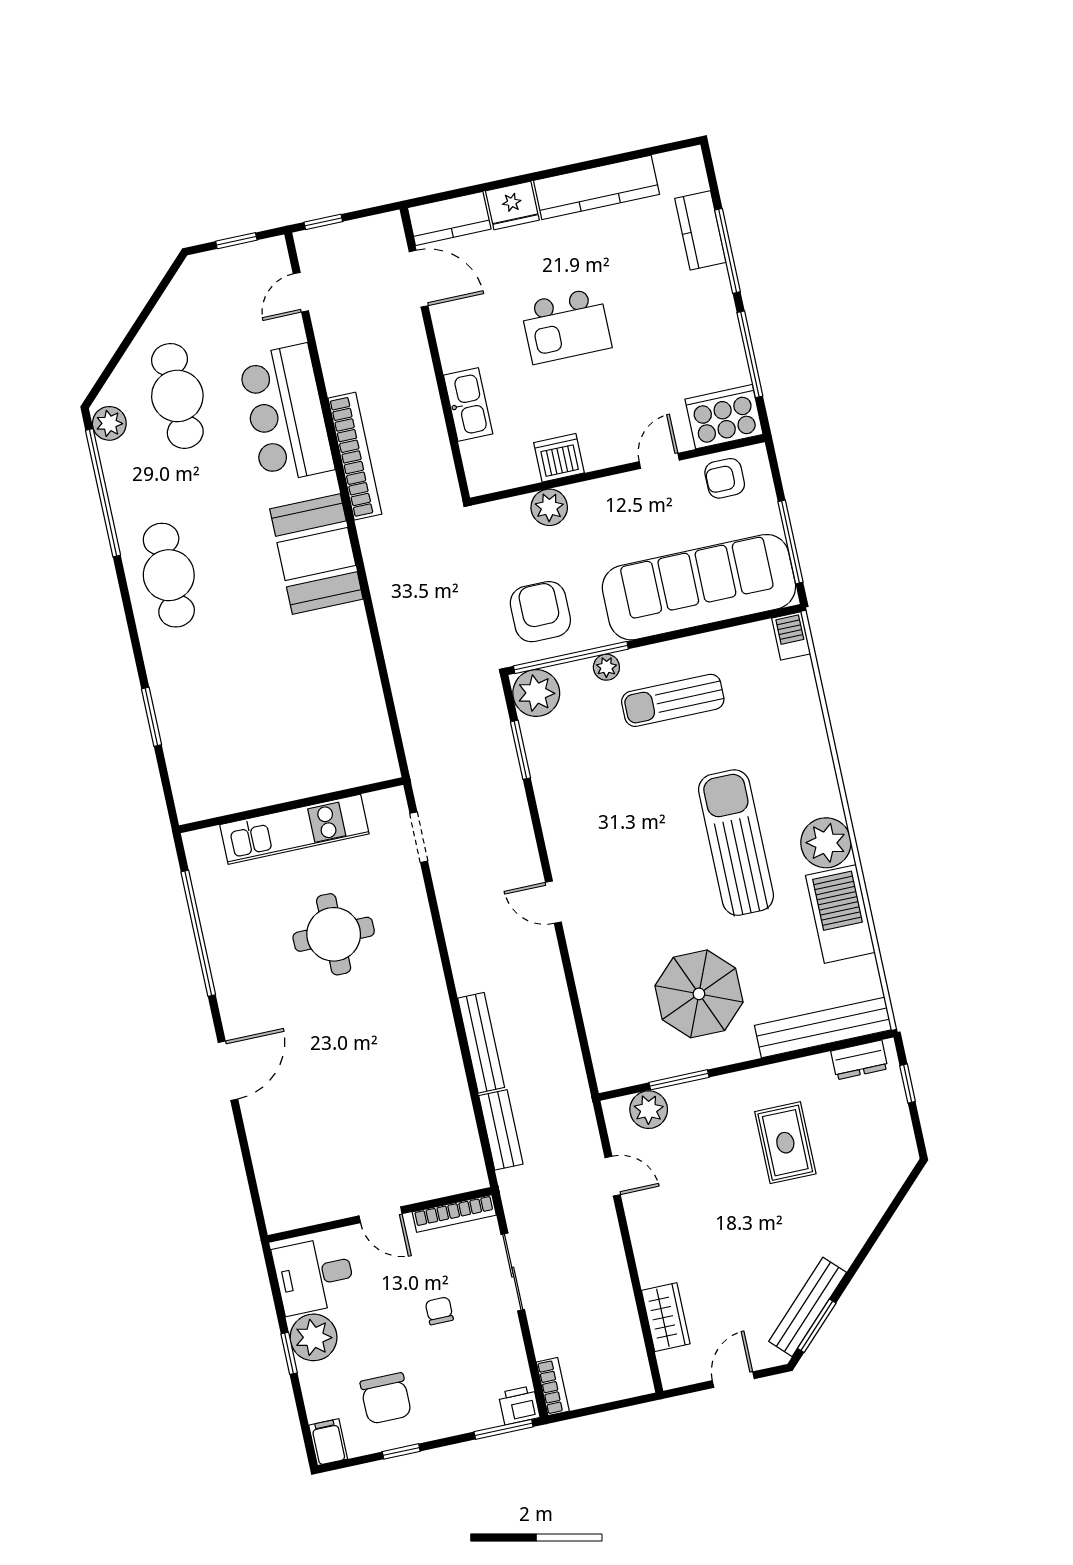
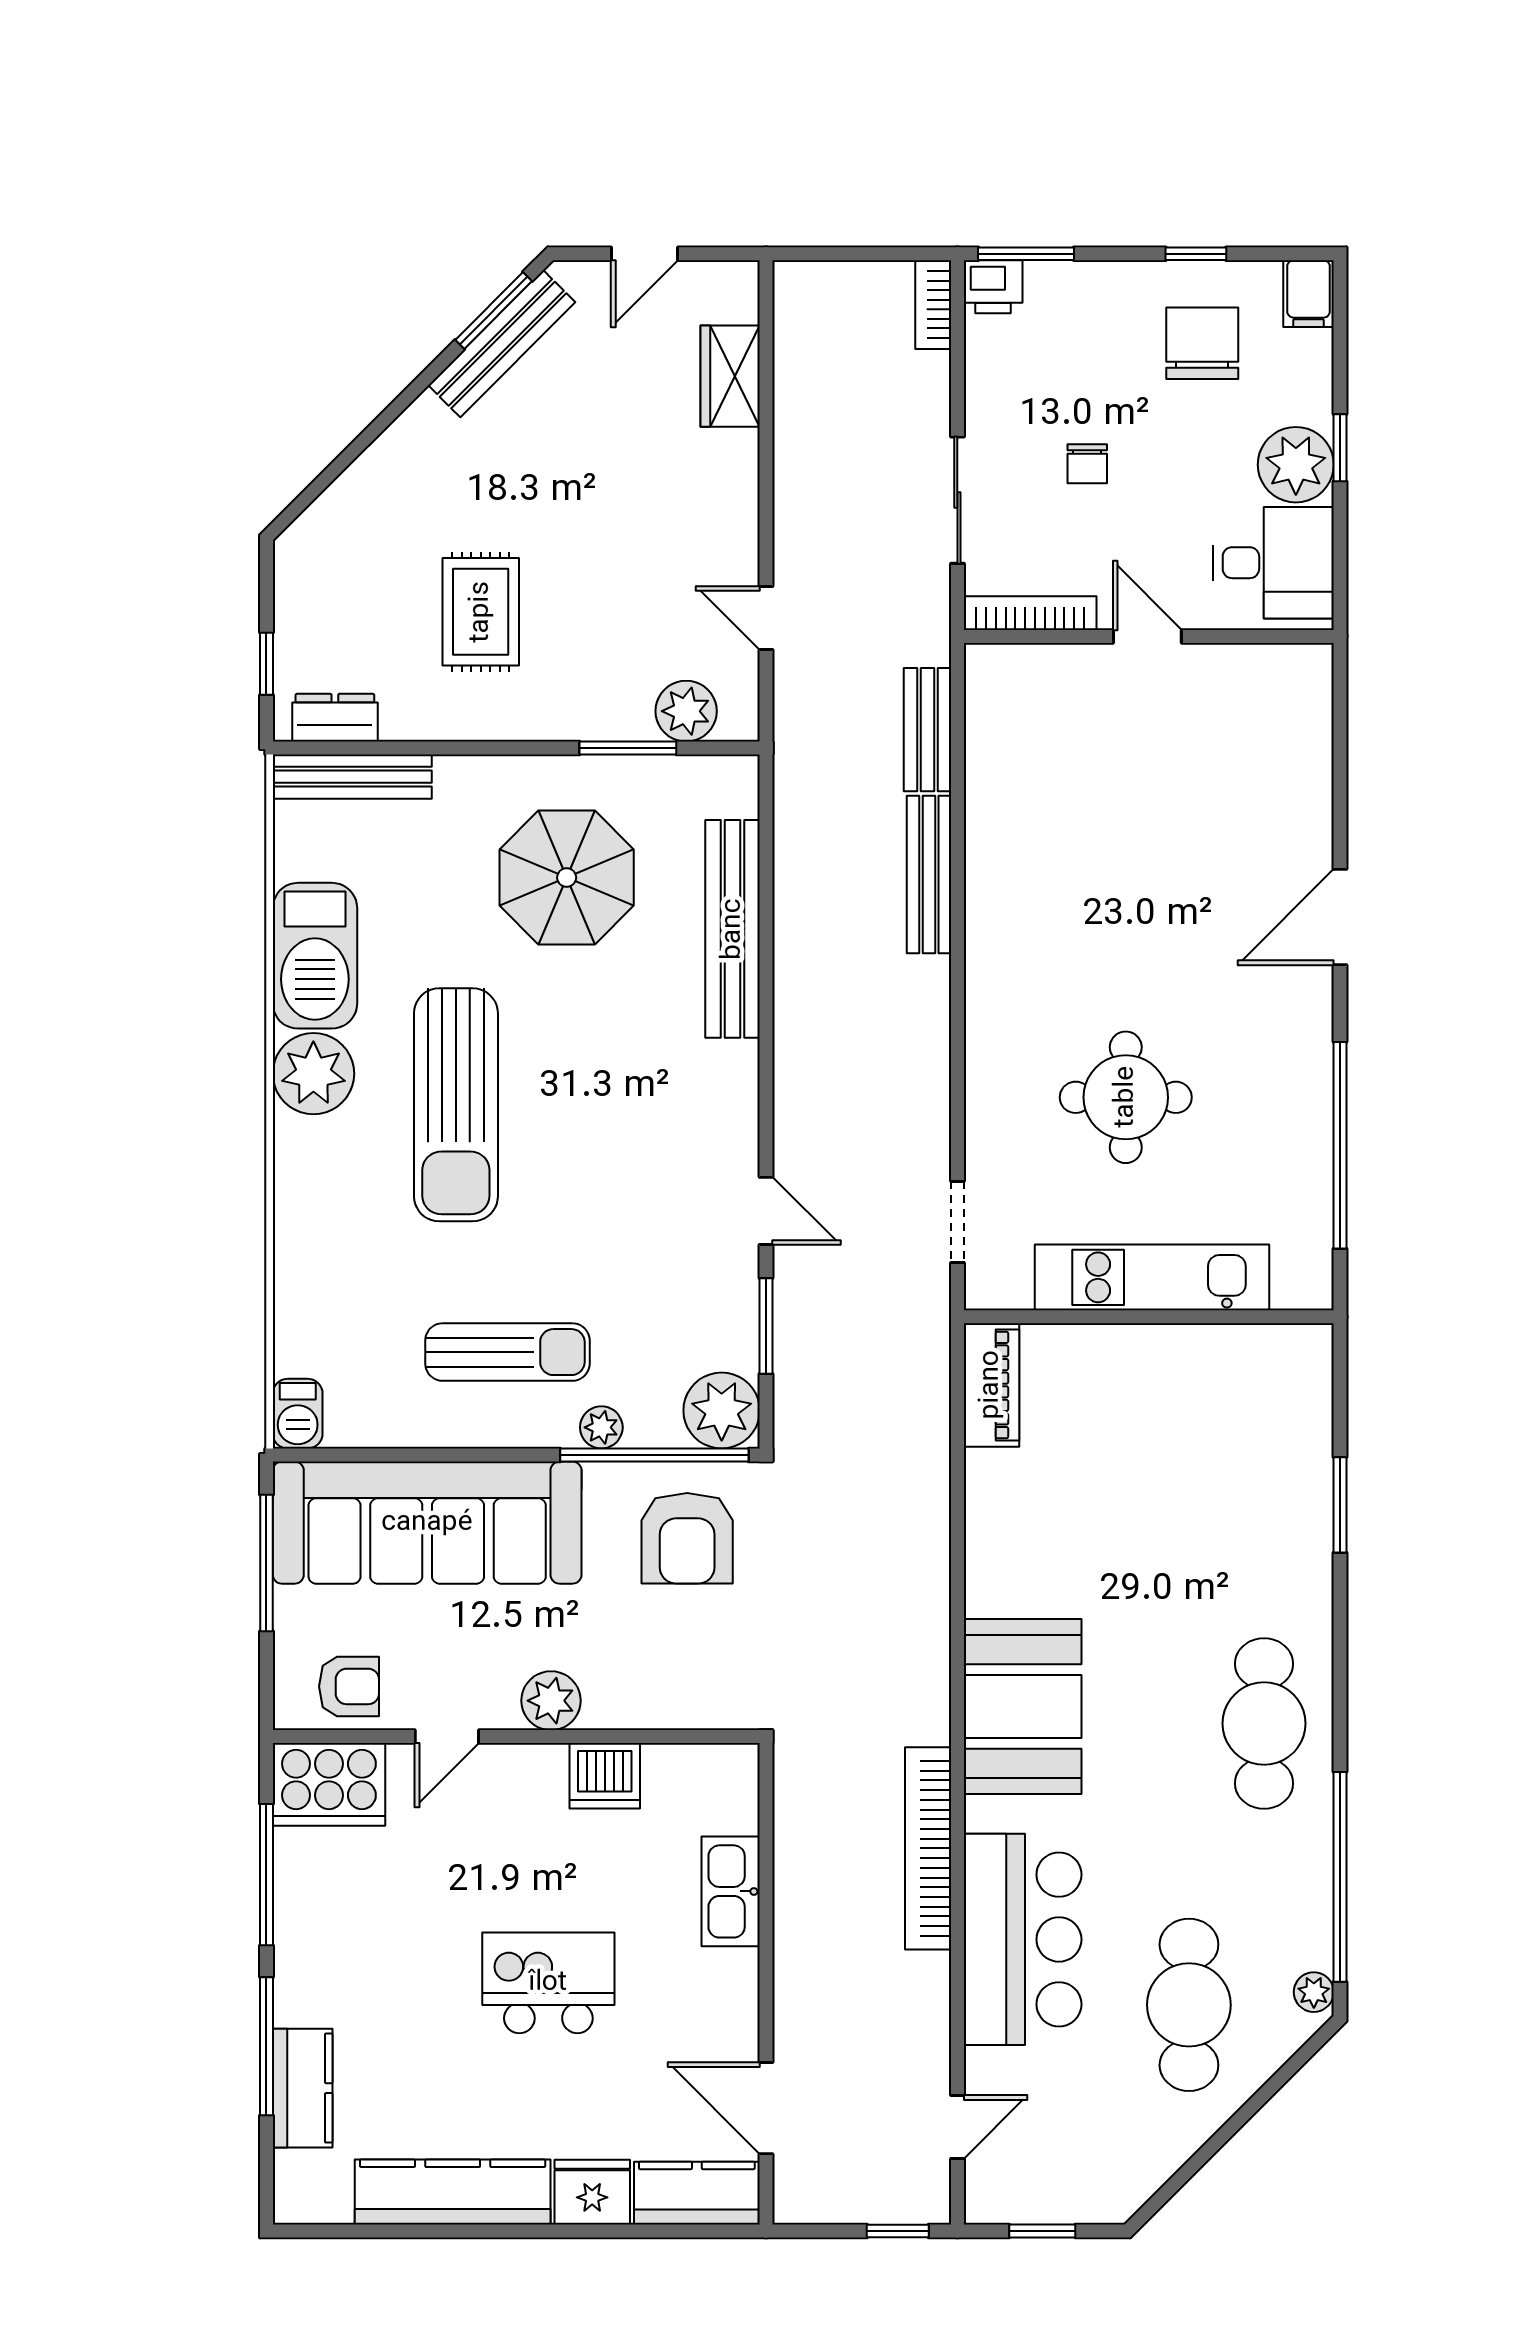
plant: (109, 423) -> (1314, 1992), width x0.73, depth x0.73
plant: (549, 507) -> (551, 1701), moved
piano: (377, 744) -> (991, 1385), added
door: (553, 902) -> (766, 1211), moved
bench: (592, 984) -> (733, 929), added
bench: (823, 1028) -> (352, 777), width x0.73, depth x0.82

